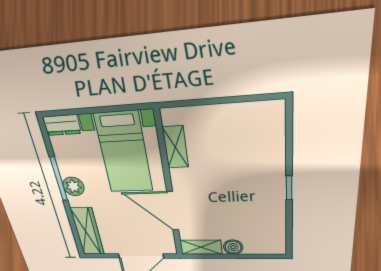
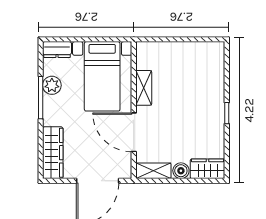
shelving: (175, 147) -> (144, 88), moved
plant: (73, 186) -> (52, 85), moved
wardrobe: (265, 245) -> (208, 169), added

